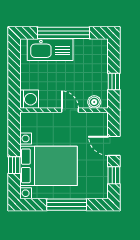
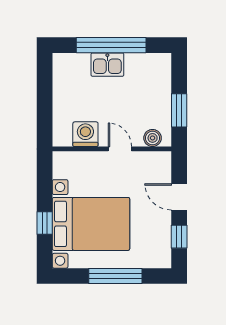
kitchen sink: (50, 50) -> (107, 65), width x0.53, depth x0.81
window: (114, 81) -> (179, 110), width x1.50
washing machine: (29, 99) -> (85, 134), moved, turned -90

